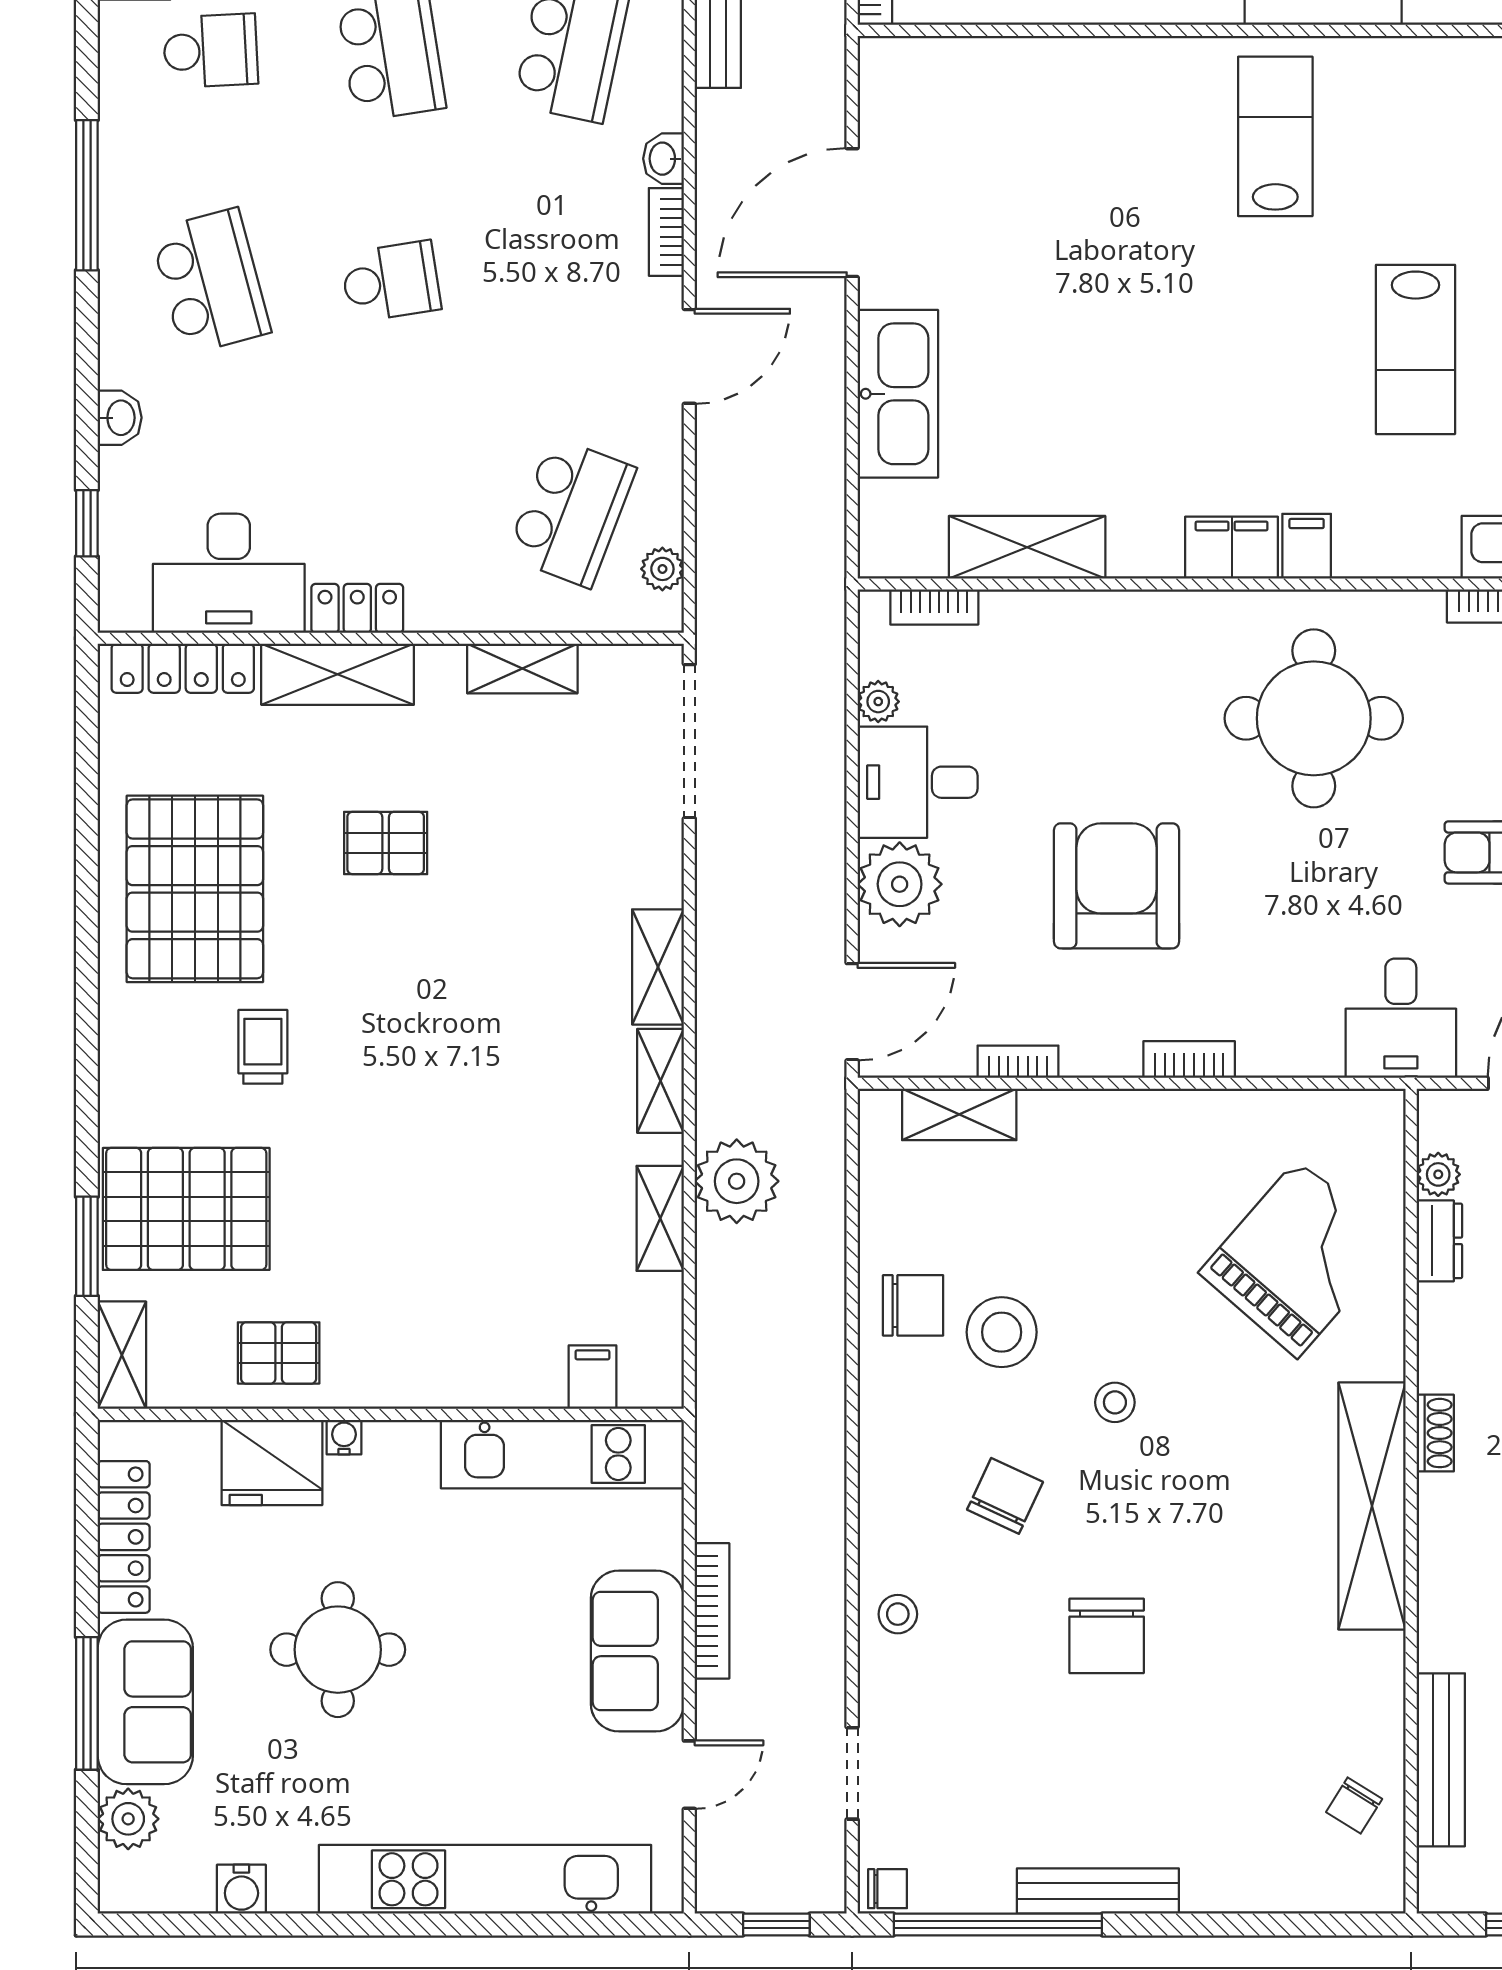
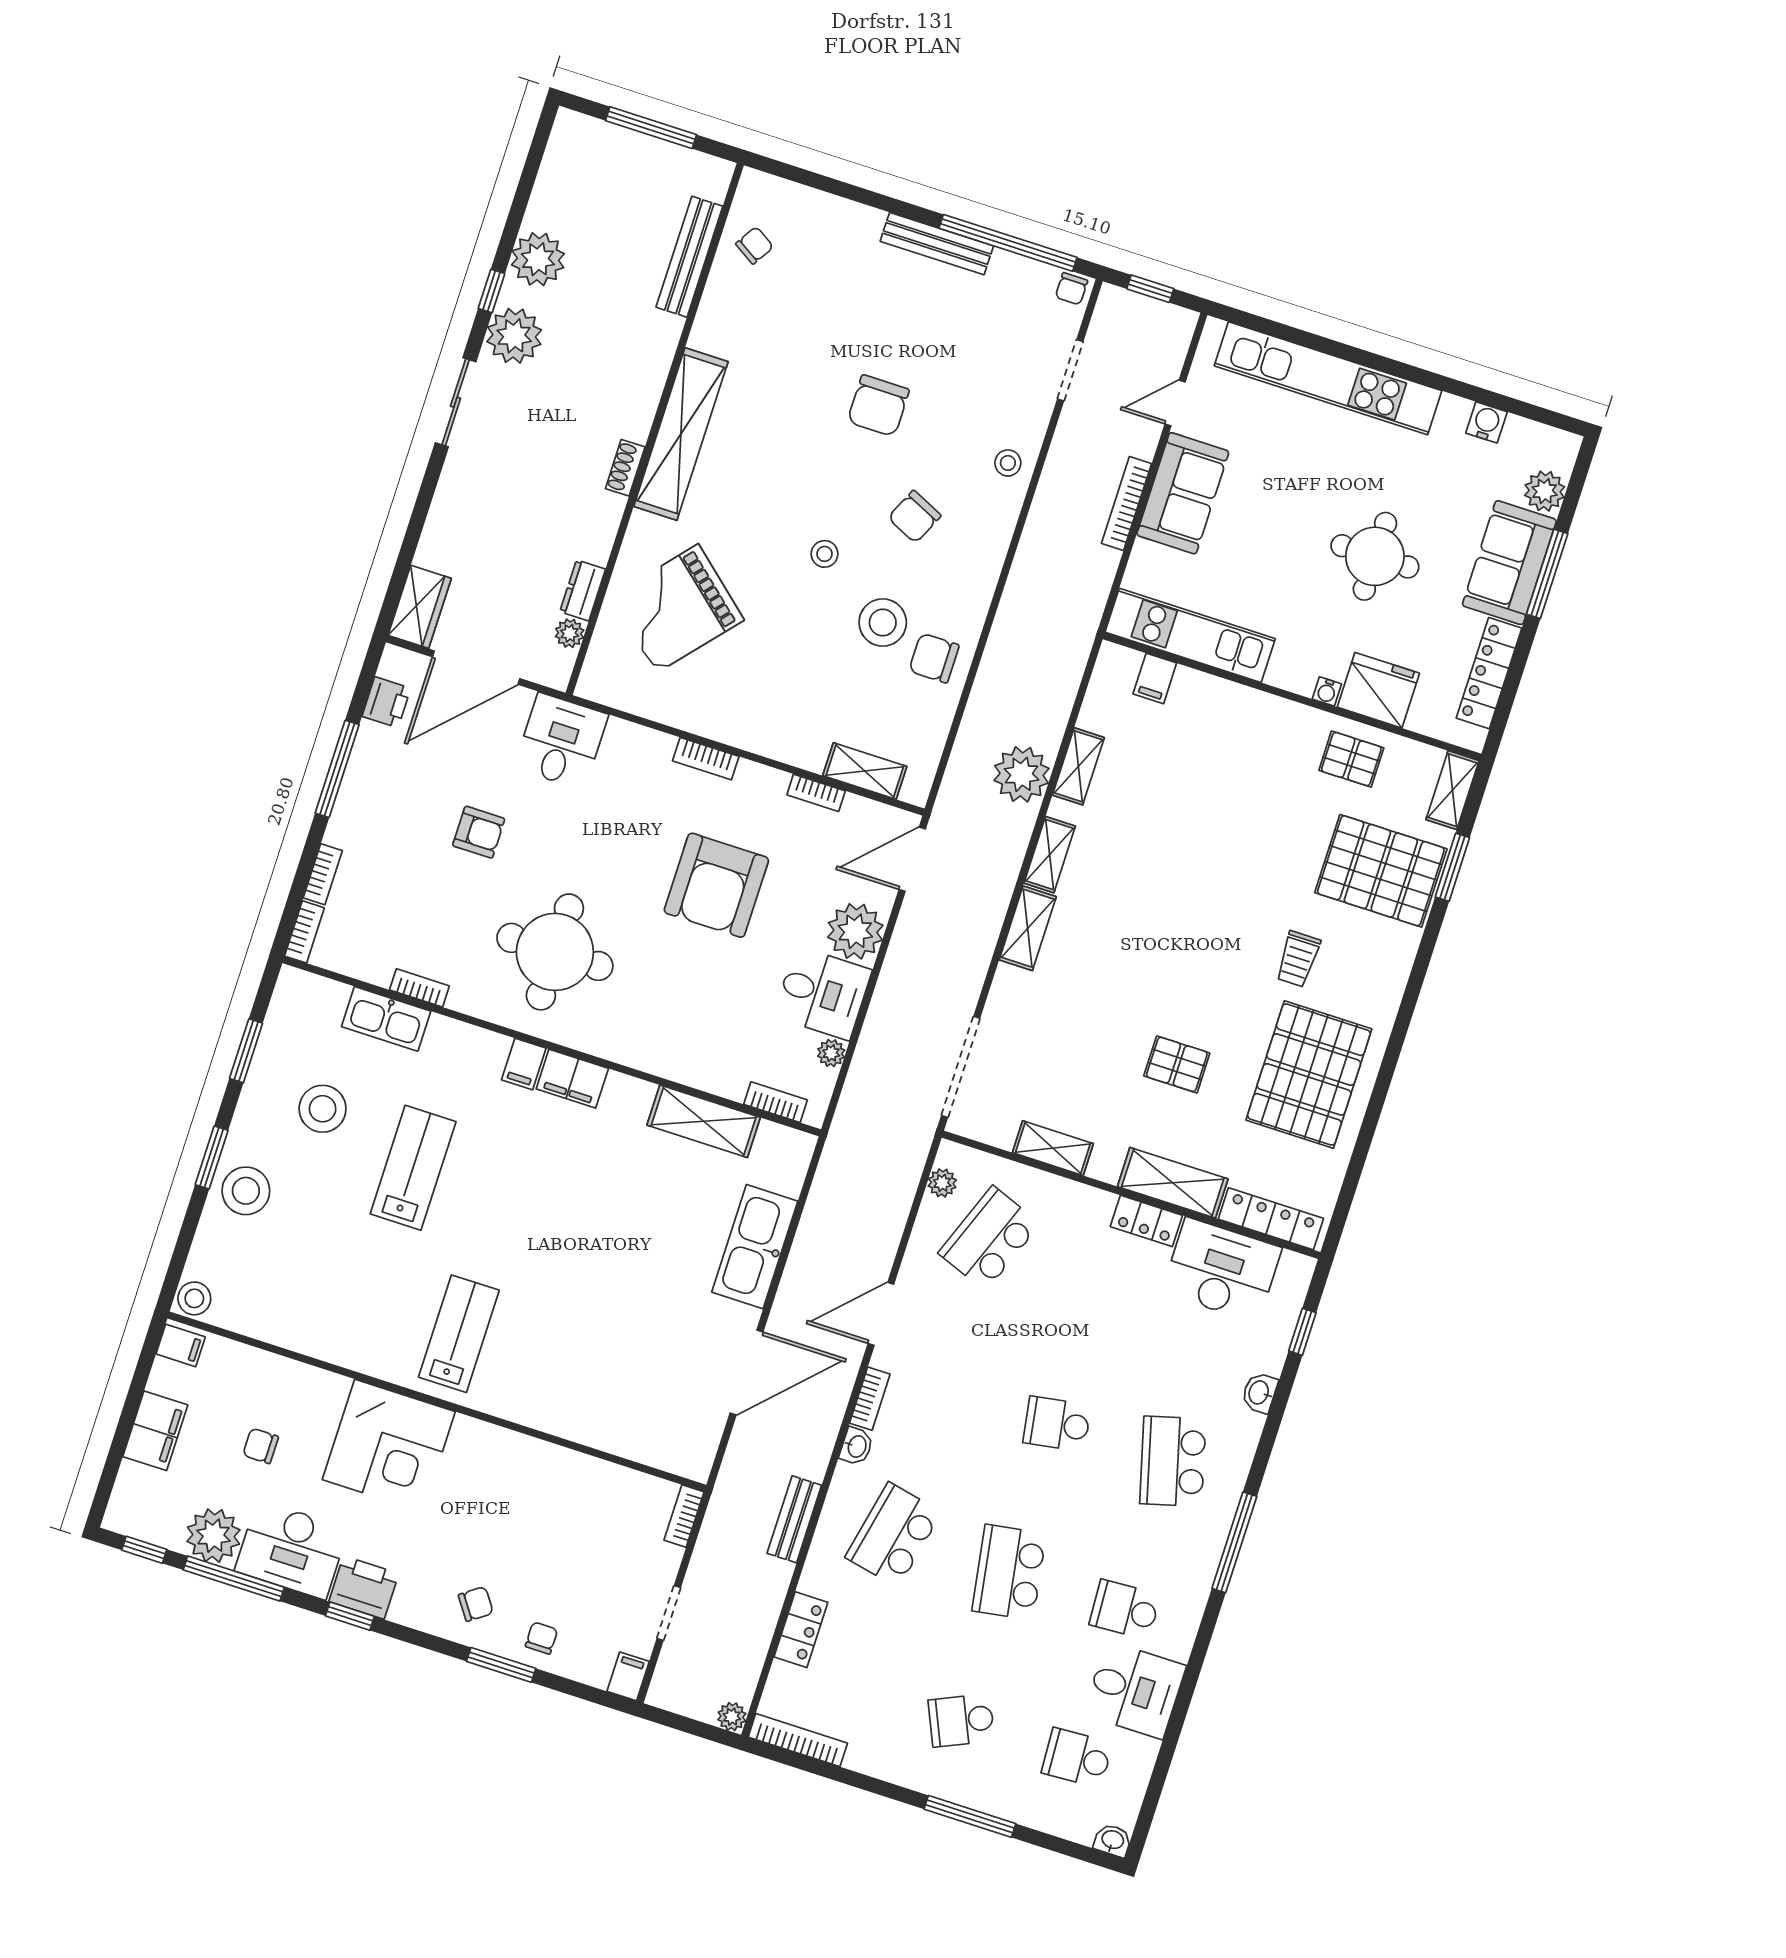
lab bench: (1275, 136) -> (459, 1334), turned 180
chair: (1107, 1636) -> (878, 406), turned 180
chair: (888, 1889) -> (1071, 289), turned -90

